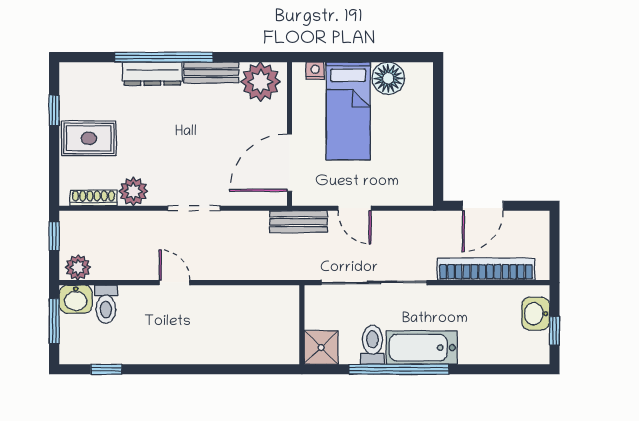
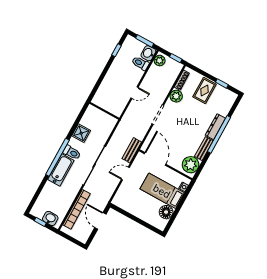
wall: (302, 325) -> (104, 111), moved

